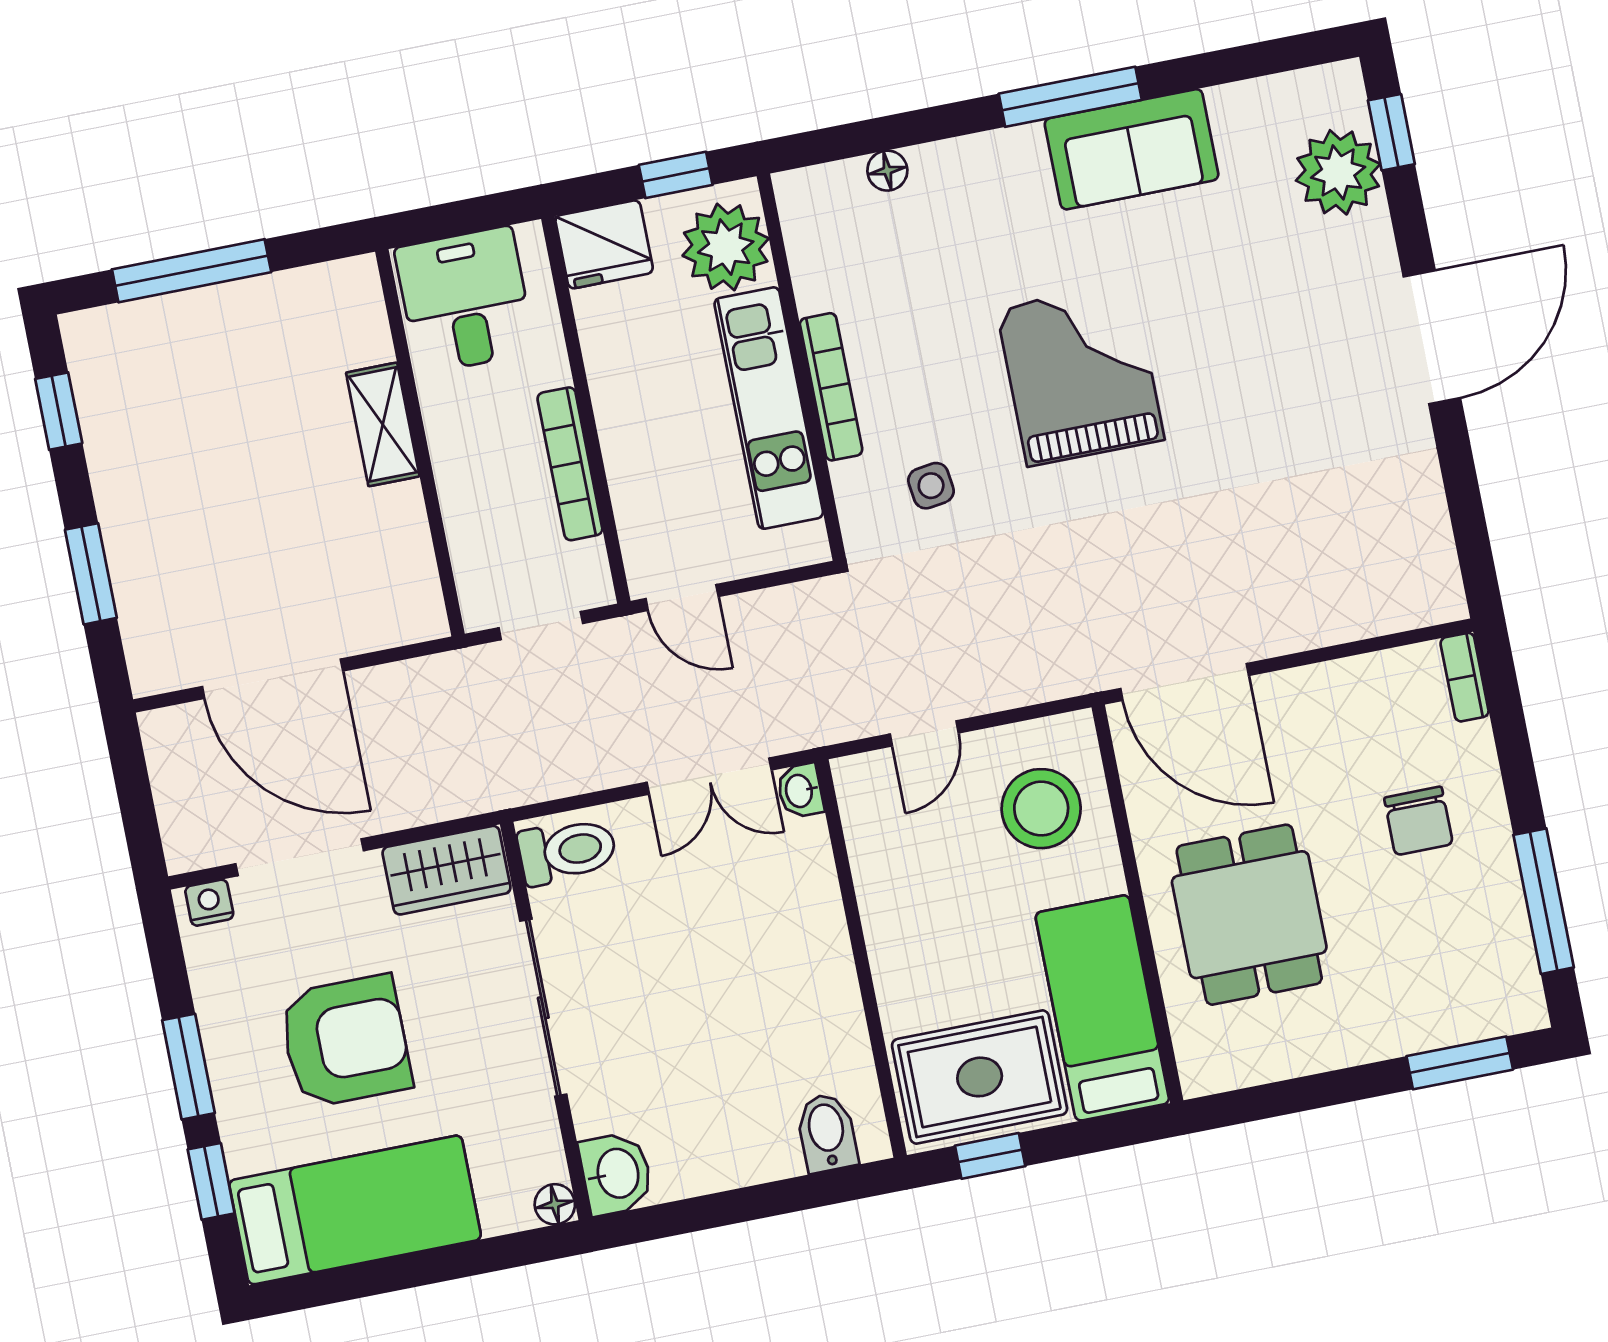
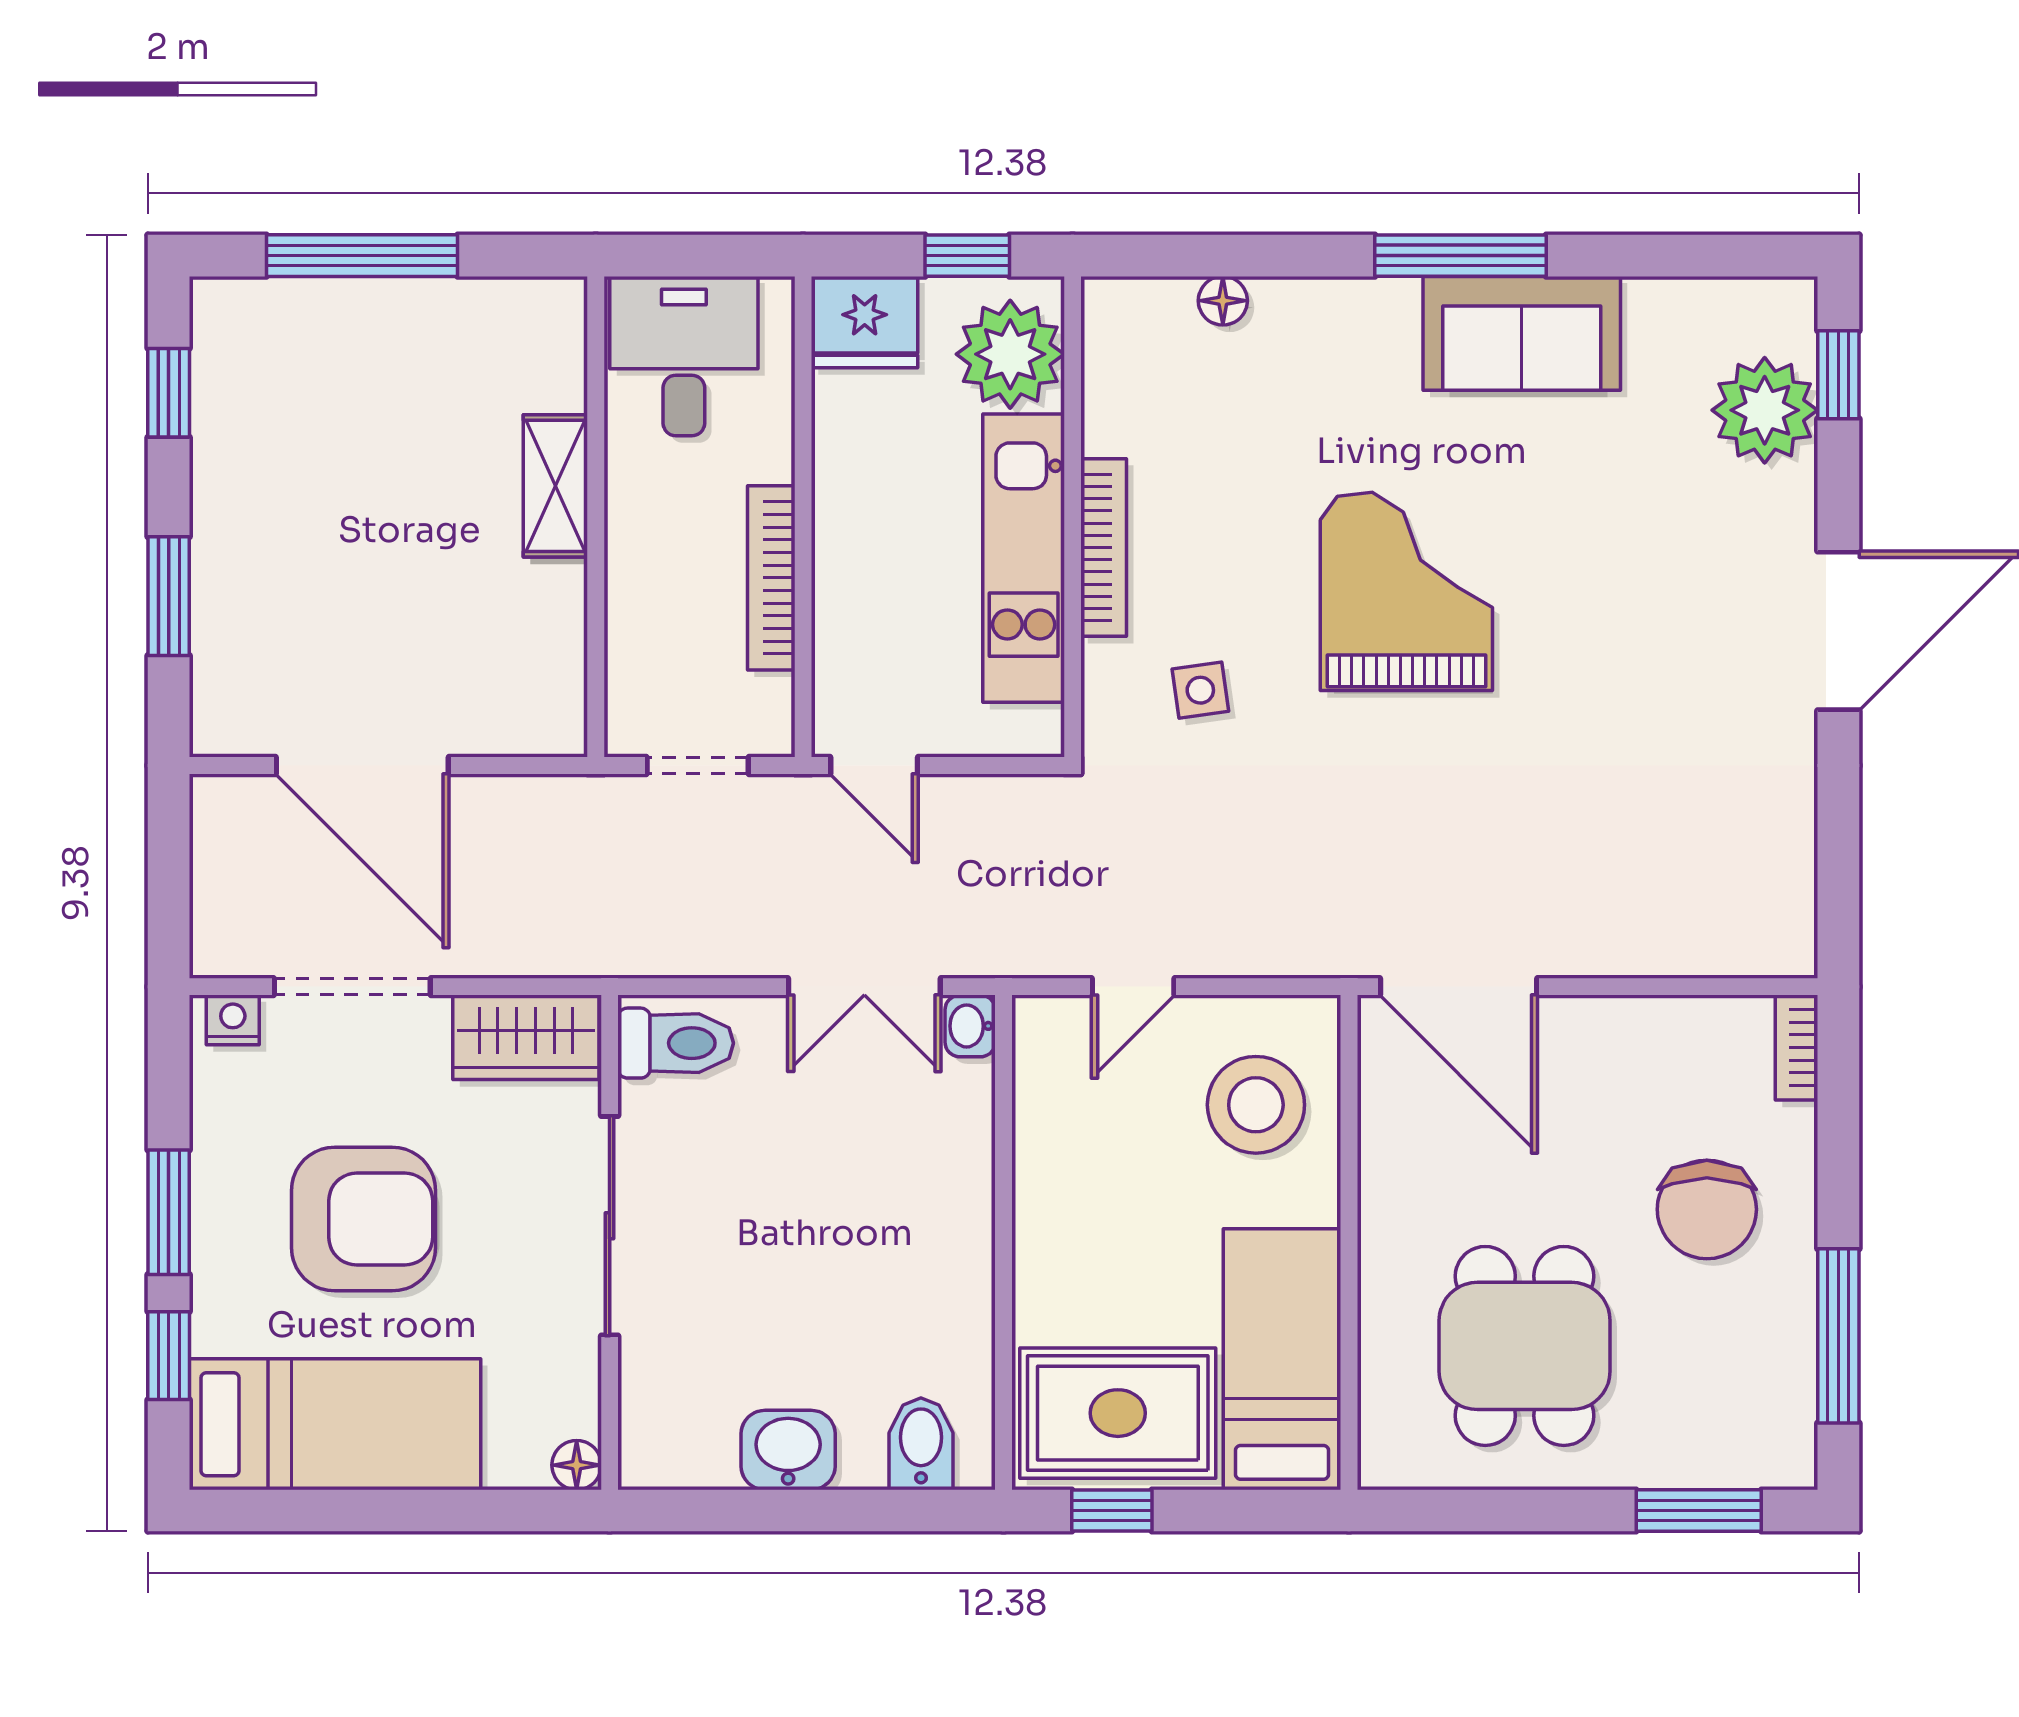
chair: (1418, 821) -> (1707, 1209), width x1.37, depth x1.37
dining table: (1249, 915) -> (1525, 1346), moved
washbasin: (616, 1174) -> (788, 1450), moved, turned -90

